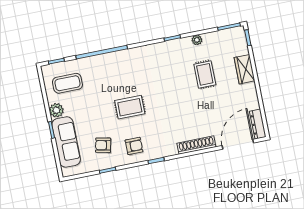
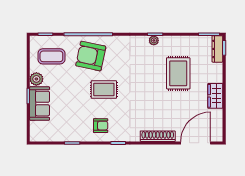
plant: (197, 40) -> (154, 40), moved
wardrobe: (244, 69) -> (215, 96), moved
rug: (205, 74) -> (178, 73), width x1.36, depth x1.43
dresser: (258, 124) -> (217, 49), moved
sofa: (66, 142) -> (40, 104), width x0.73
armchair: (103, 145) -> (91, 56), moved, width x1.88, depth x1.88

